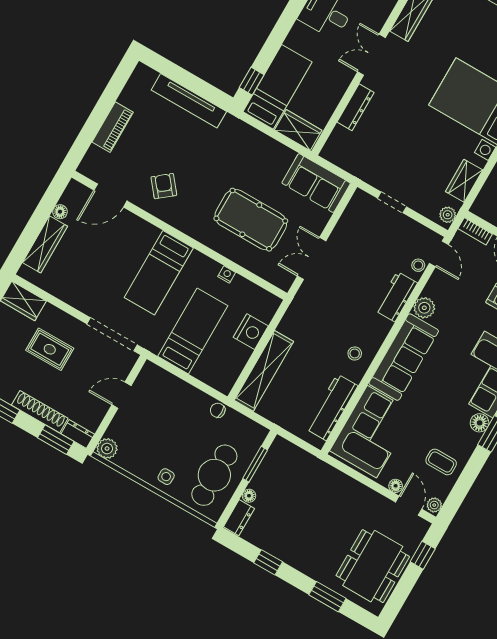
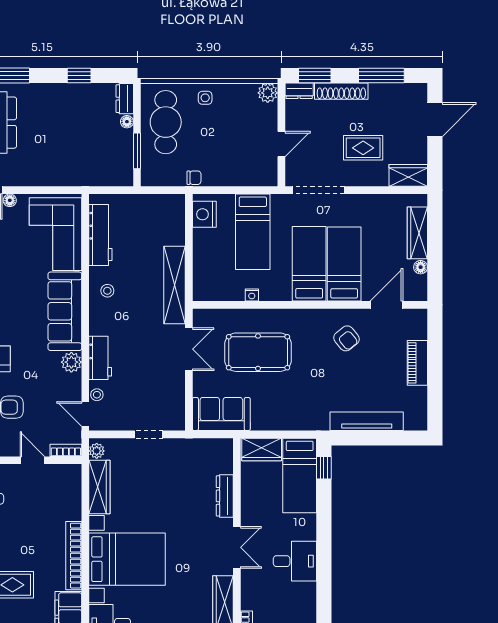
wardrobe: (464, 181) -> (99, 487), width x1.50
bed: (127, 254) -> (344, 264), added
nightstand: (251, 332) -> (204, 214), moved
shelving: (264, 371) -> (175, 285), moved

